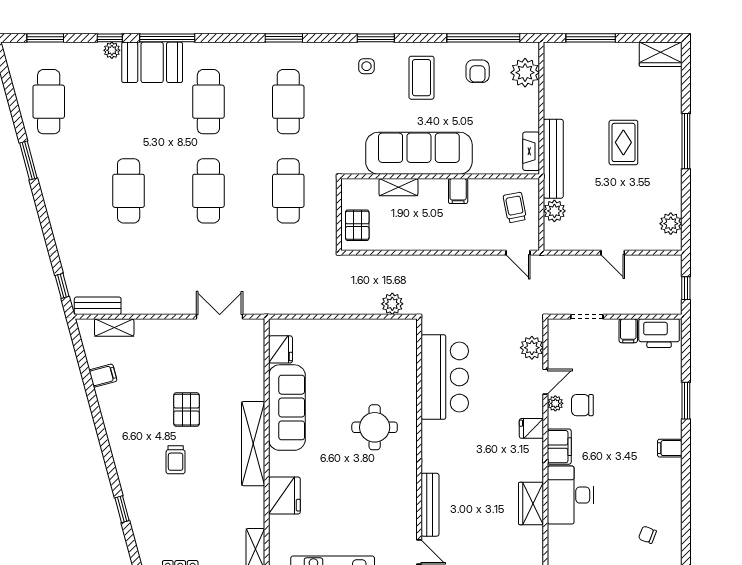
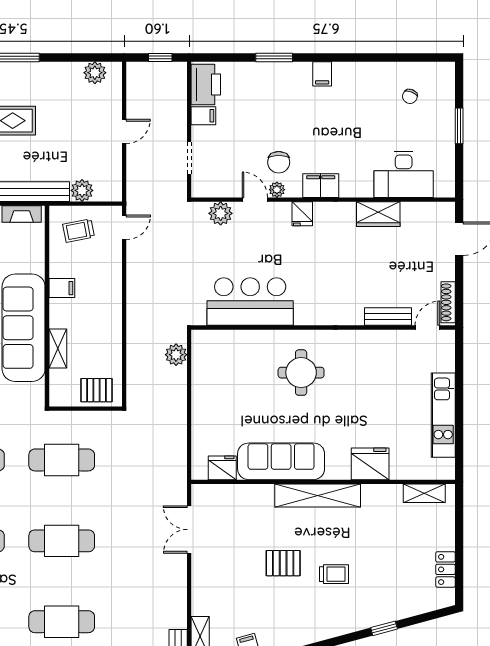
desk: (570, 495) -> (404, 174), moved
bench: (430, 505) -> (388, 317), width x0.73

